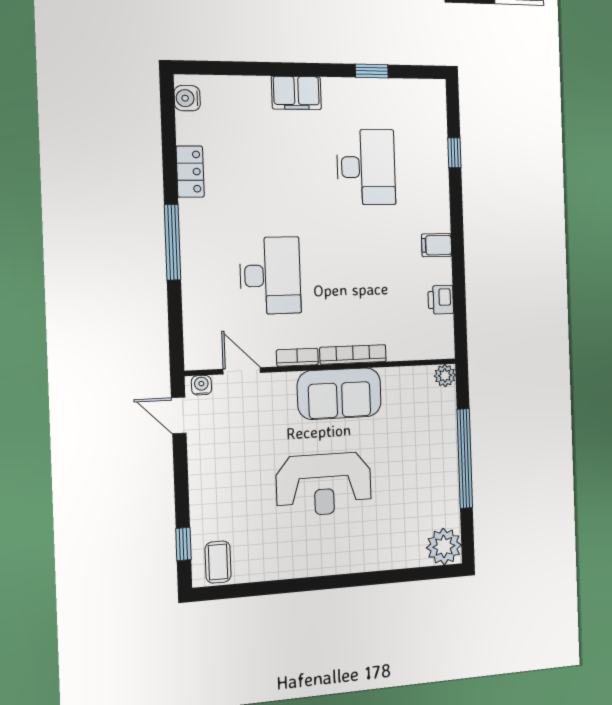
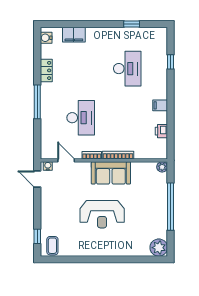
filing cabinet: (296, 93) -> (74, 35), moved

